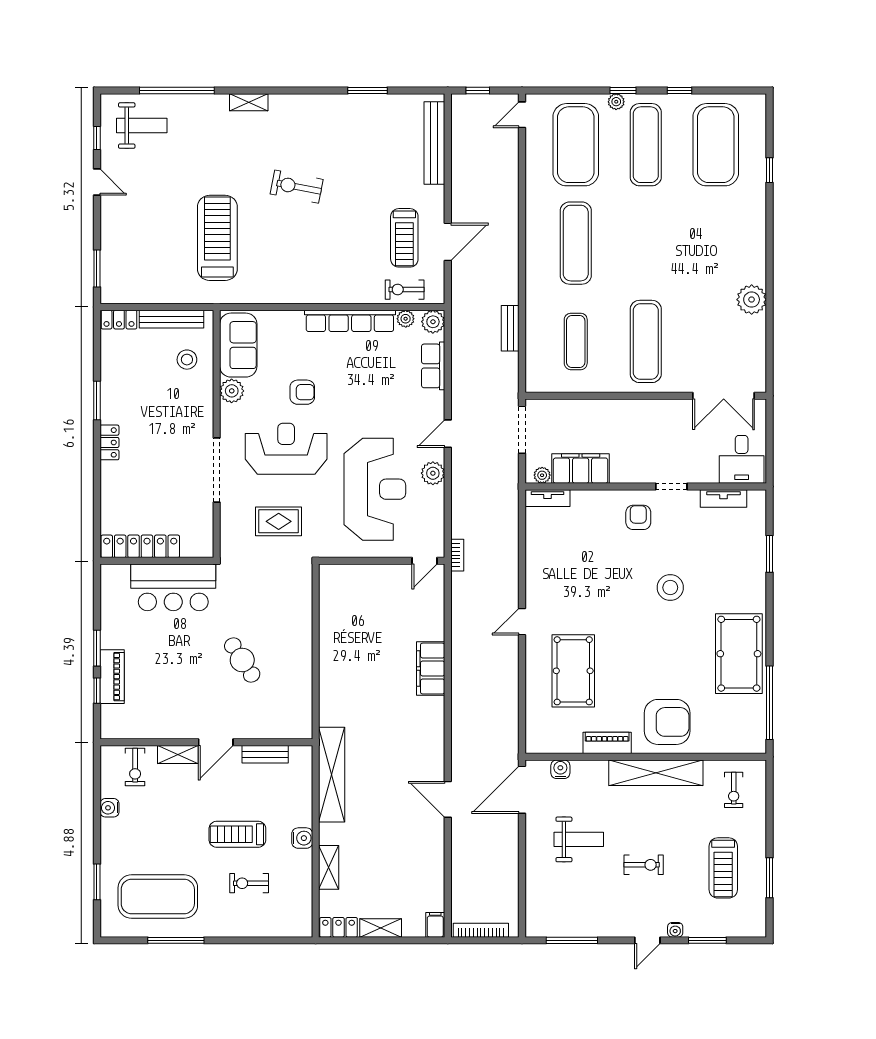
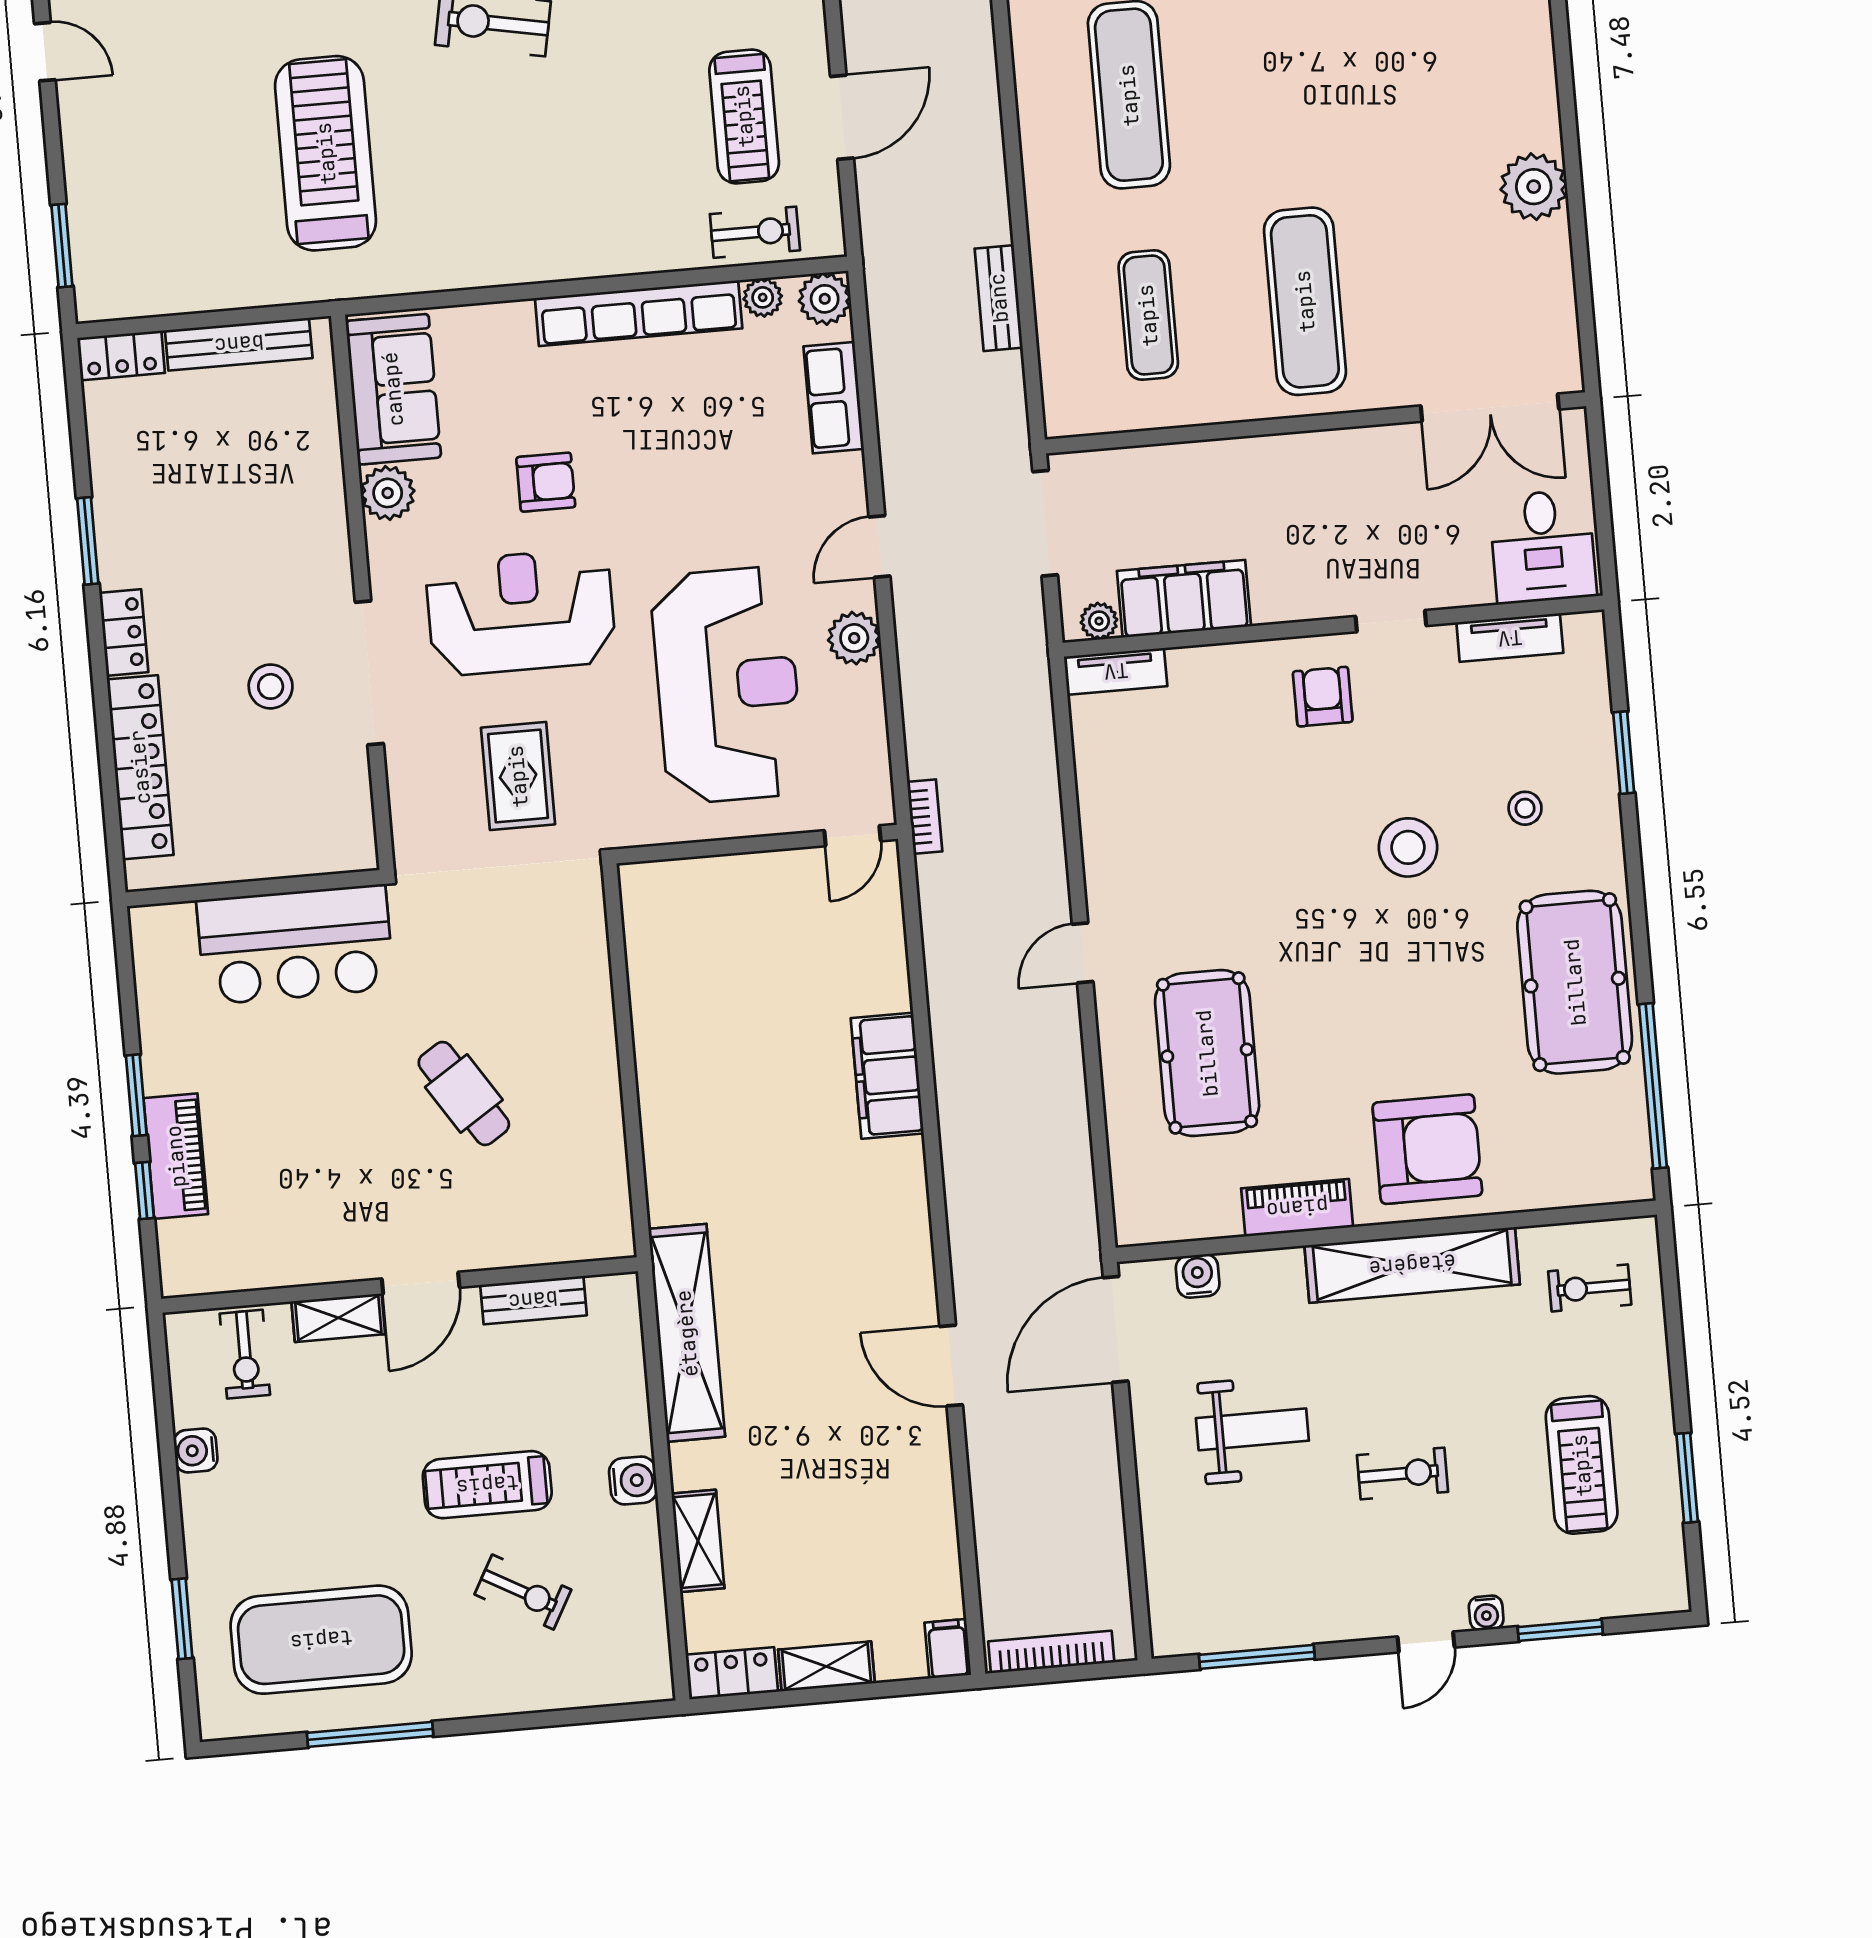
exercise bike: (405, 290) -> (755, 232), turned 180
stool: (187, 360) -> (271, 686), moved
rug: (279, 521) -> (518, 776), turned 90
locker: (140, 546) -> (140, 767), moved, turned 90
stool: (724, 575) -> (1525, 808), added
exercise bike: (734, 790) -> (1590, 1288), turned 90
exercise bike: (249, 883) -> (523, 1592), turned -151

